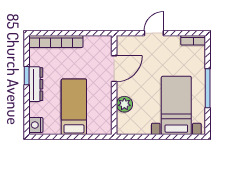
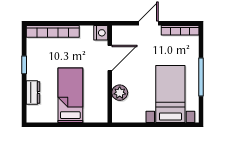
bookcase: (193, 40) -> (180, 30), width x1.56
dresser: (36, 84) -> (33, 93), moved, width x0.70
nightstand: (36, 125) -> (101, 33), moved, turned 180

